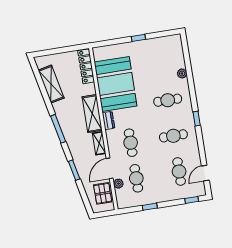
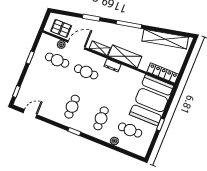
shelving: (51, 84) -> (165, 39), width x1.47
booth: (116, 84) -> (152, 100), moved, turned 90
door: (110, 168) -> (76, 45), hinge flipped
cafe table: (179, 171) -> (130, 130), moved
door: (205, 173) -> (30, 114), hinge flipped

